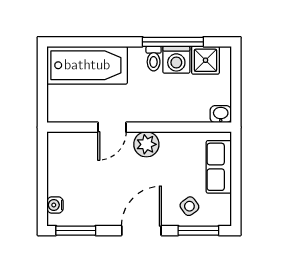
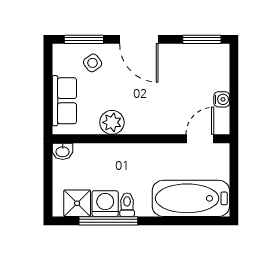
door: (112, 127) -> (200, 139), moved
plant: (146, 144) -> (112, 122), moved
water cooler: (55, 205) -> (222, 99), moved
door: (141, 231) -> (139, 39), hinge flipped

